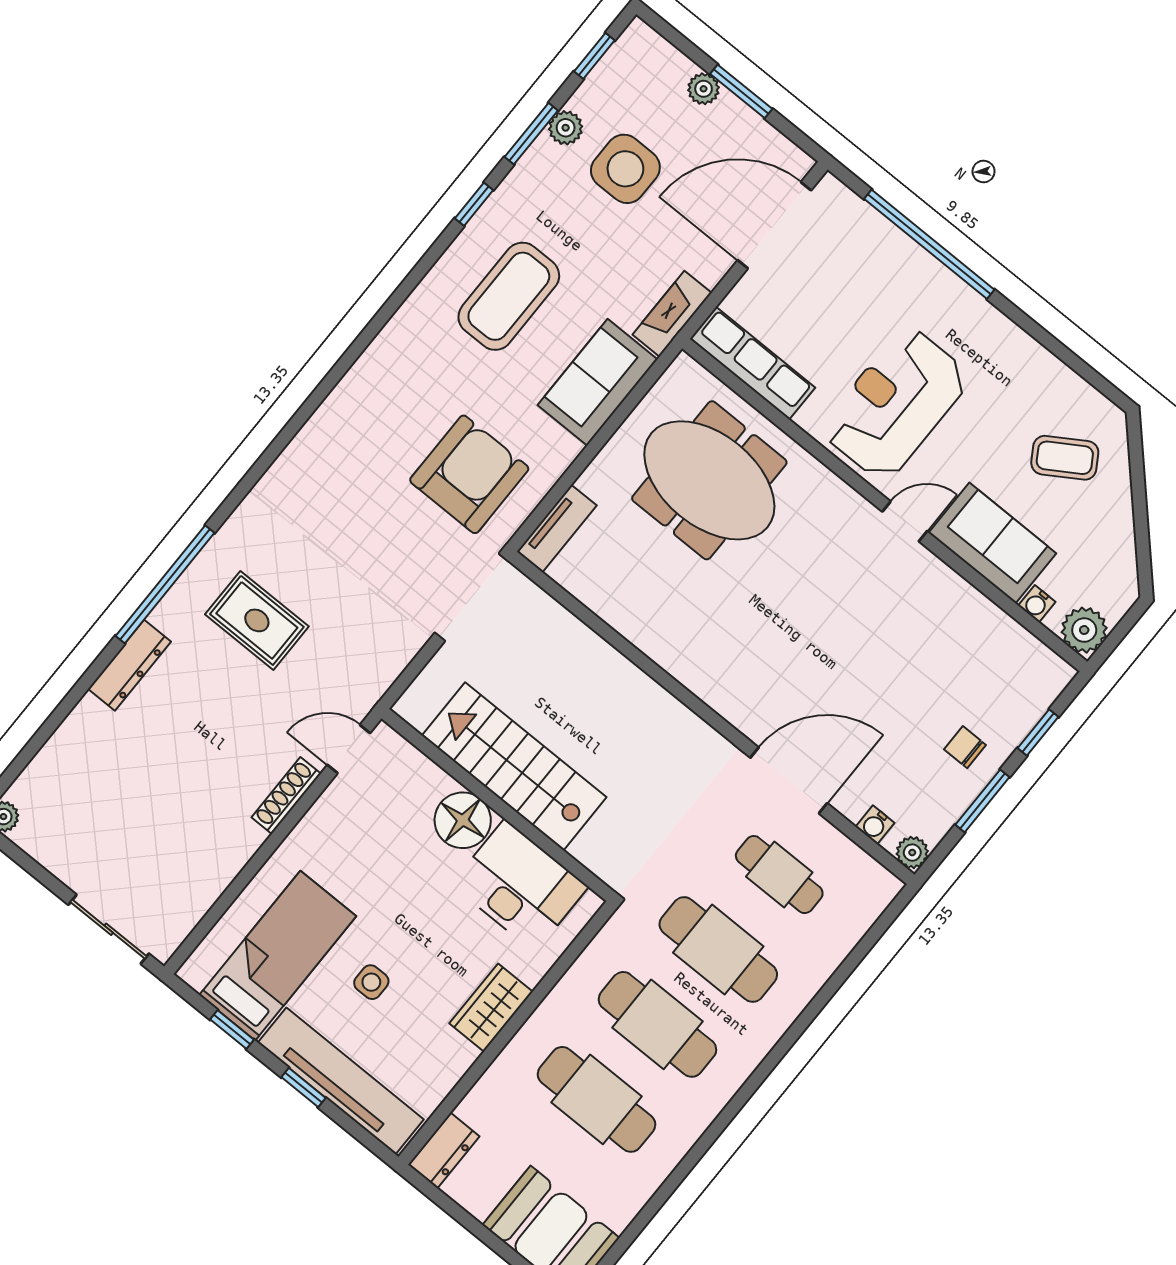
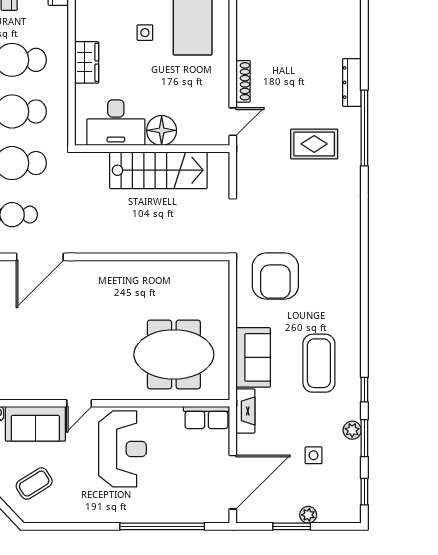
plant: (566, 128) -> (352, 430), moved
side table: (625, 169) -> (314, 455), width x0.54, depth x0.54
row of seats: (753, 363) -> (206, 418), width x0.68
tv unit: (557, 529) -> (221, 283), removed

